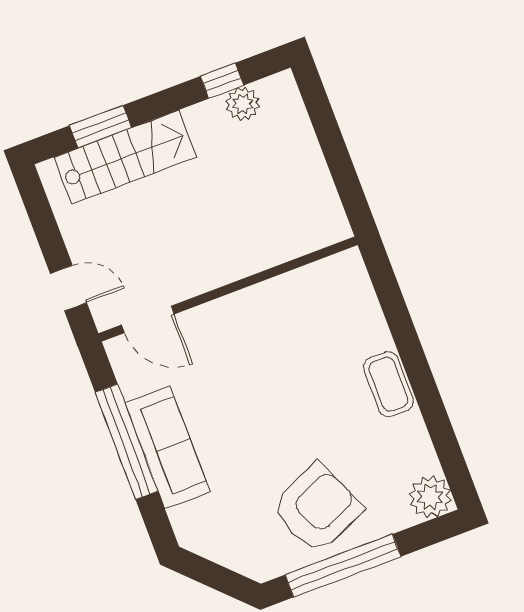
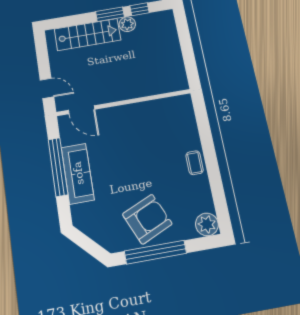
plant: (243, 104) -> (127, 24), moved
window: (101, 127) -> (110, 14), moved
coffee table: (388, 384) -> (195, 163), width x0.73, depth x0.77

